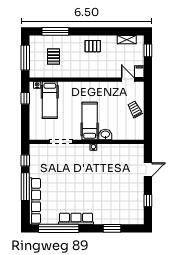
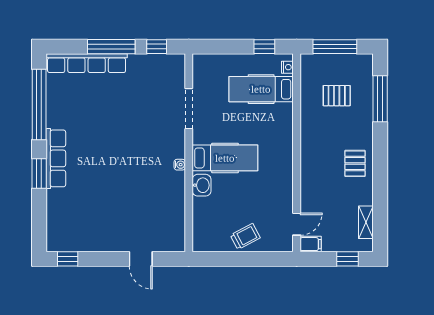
window: (148, 201) -> (68, 259), moved
row of seats: (76, 219) -> (56, 158), moved
window: (112, 228) -> (39, 174), moved

